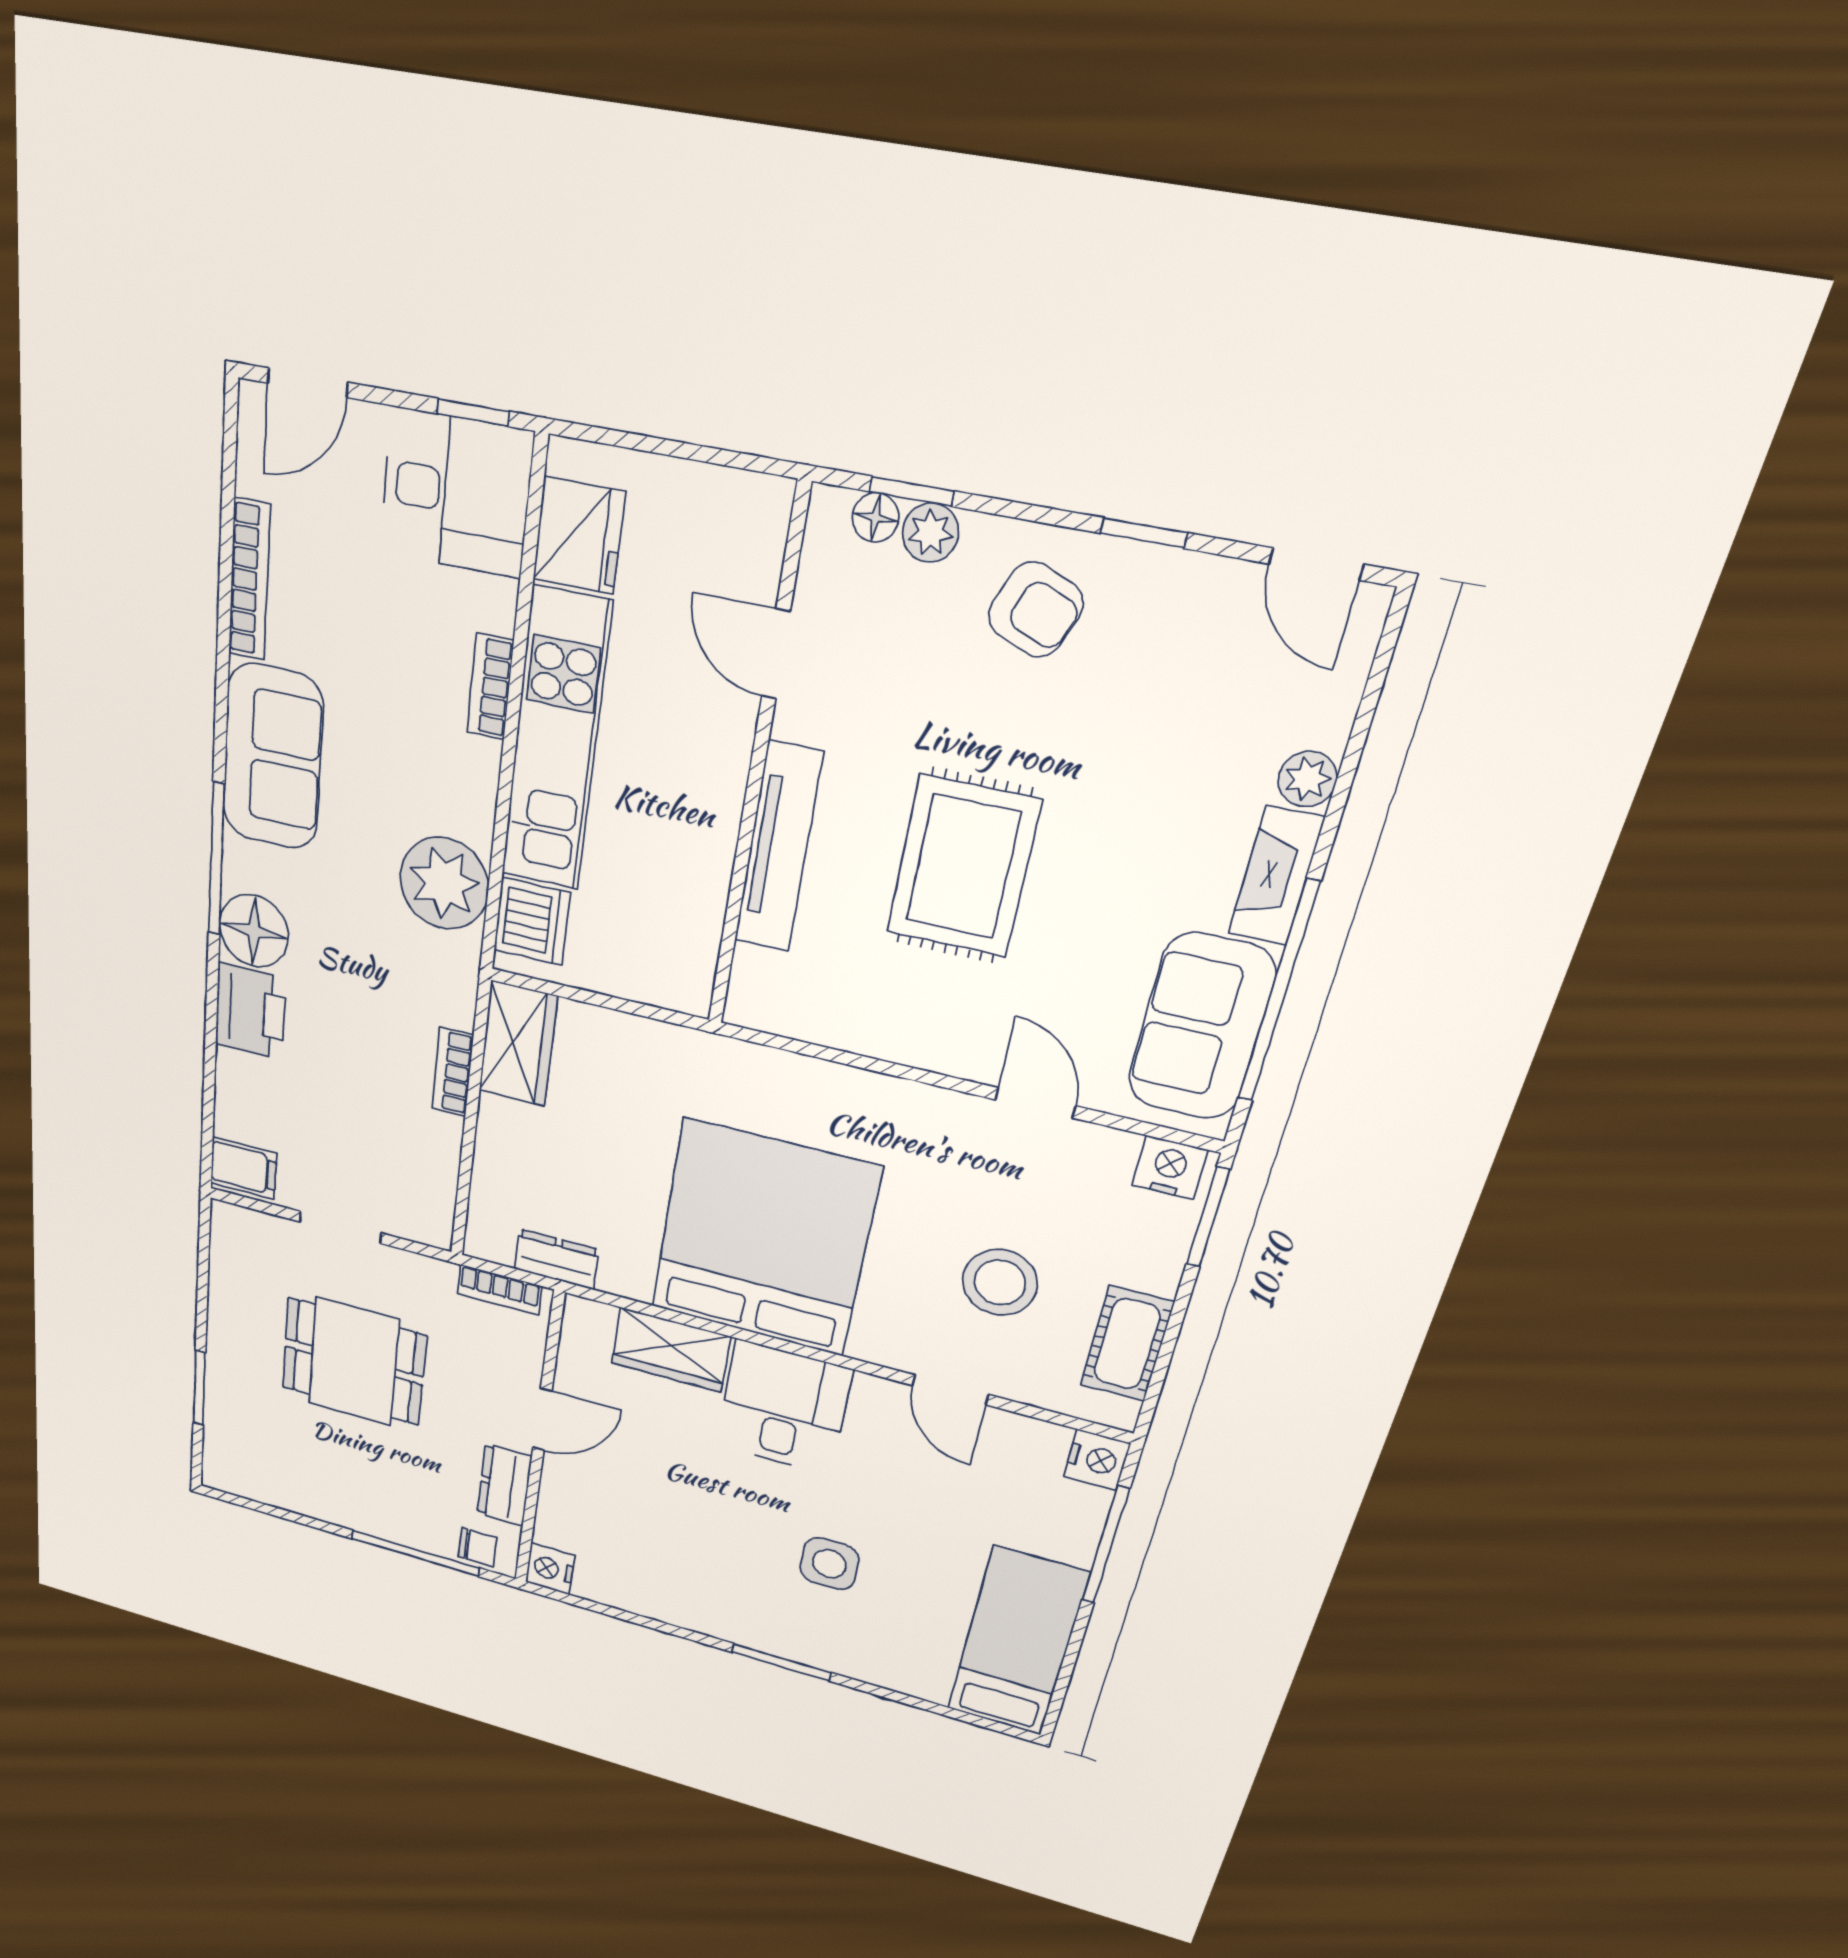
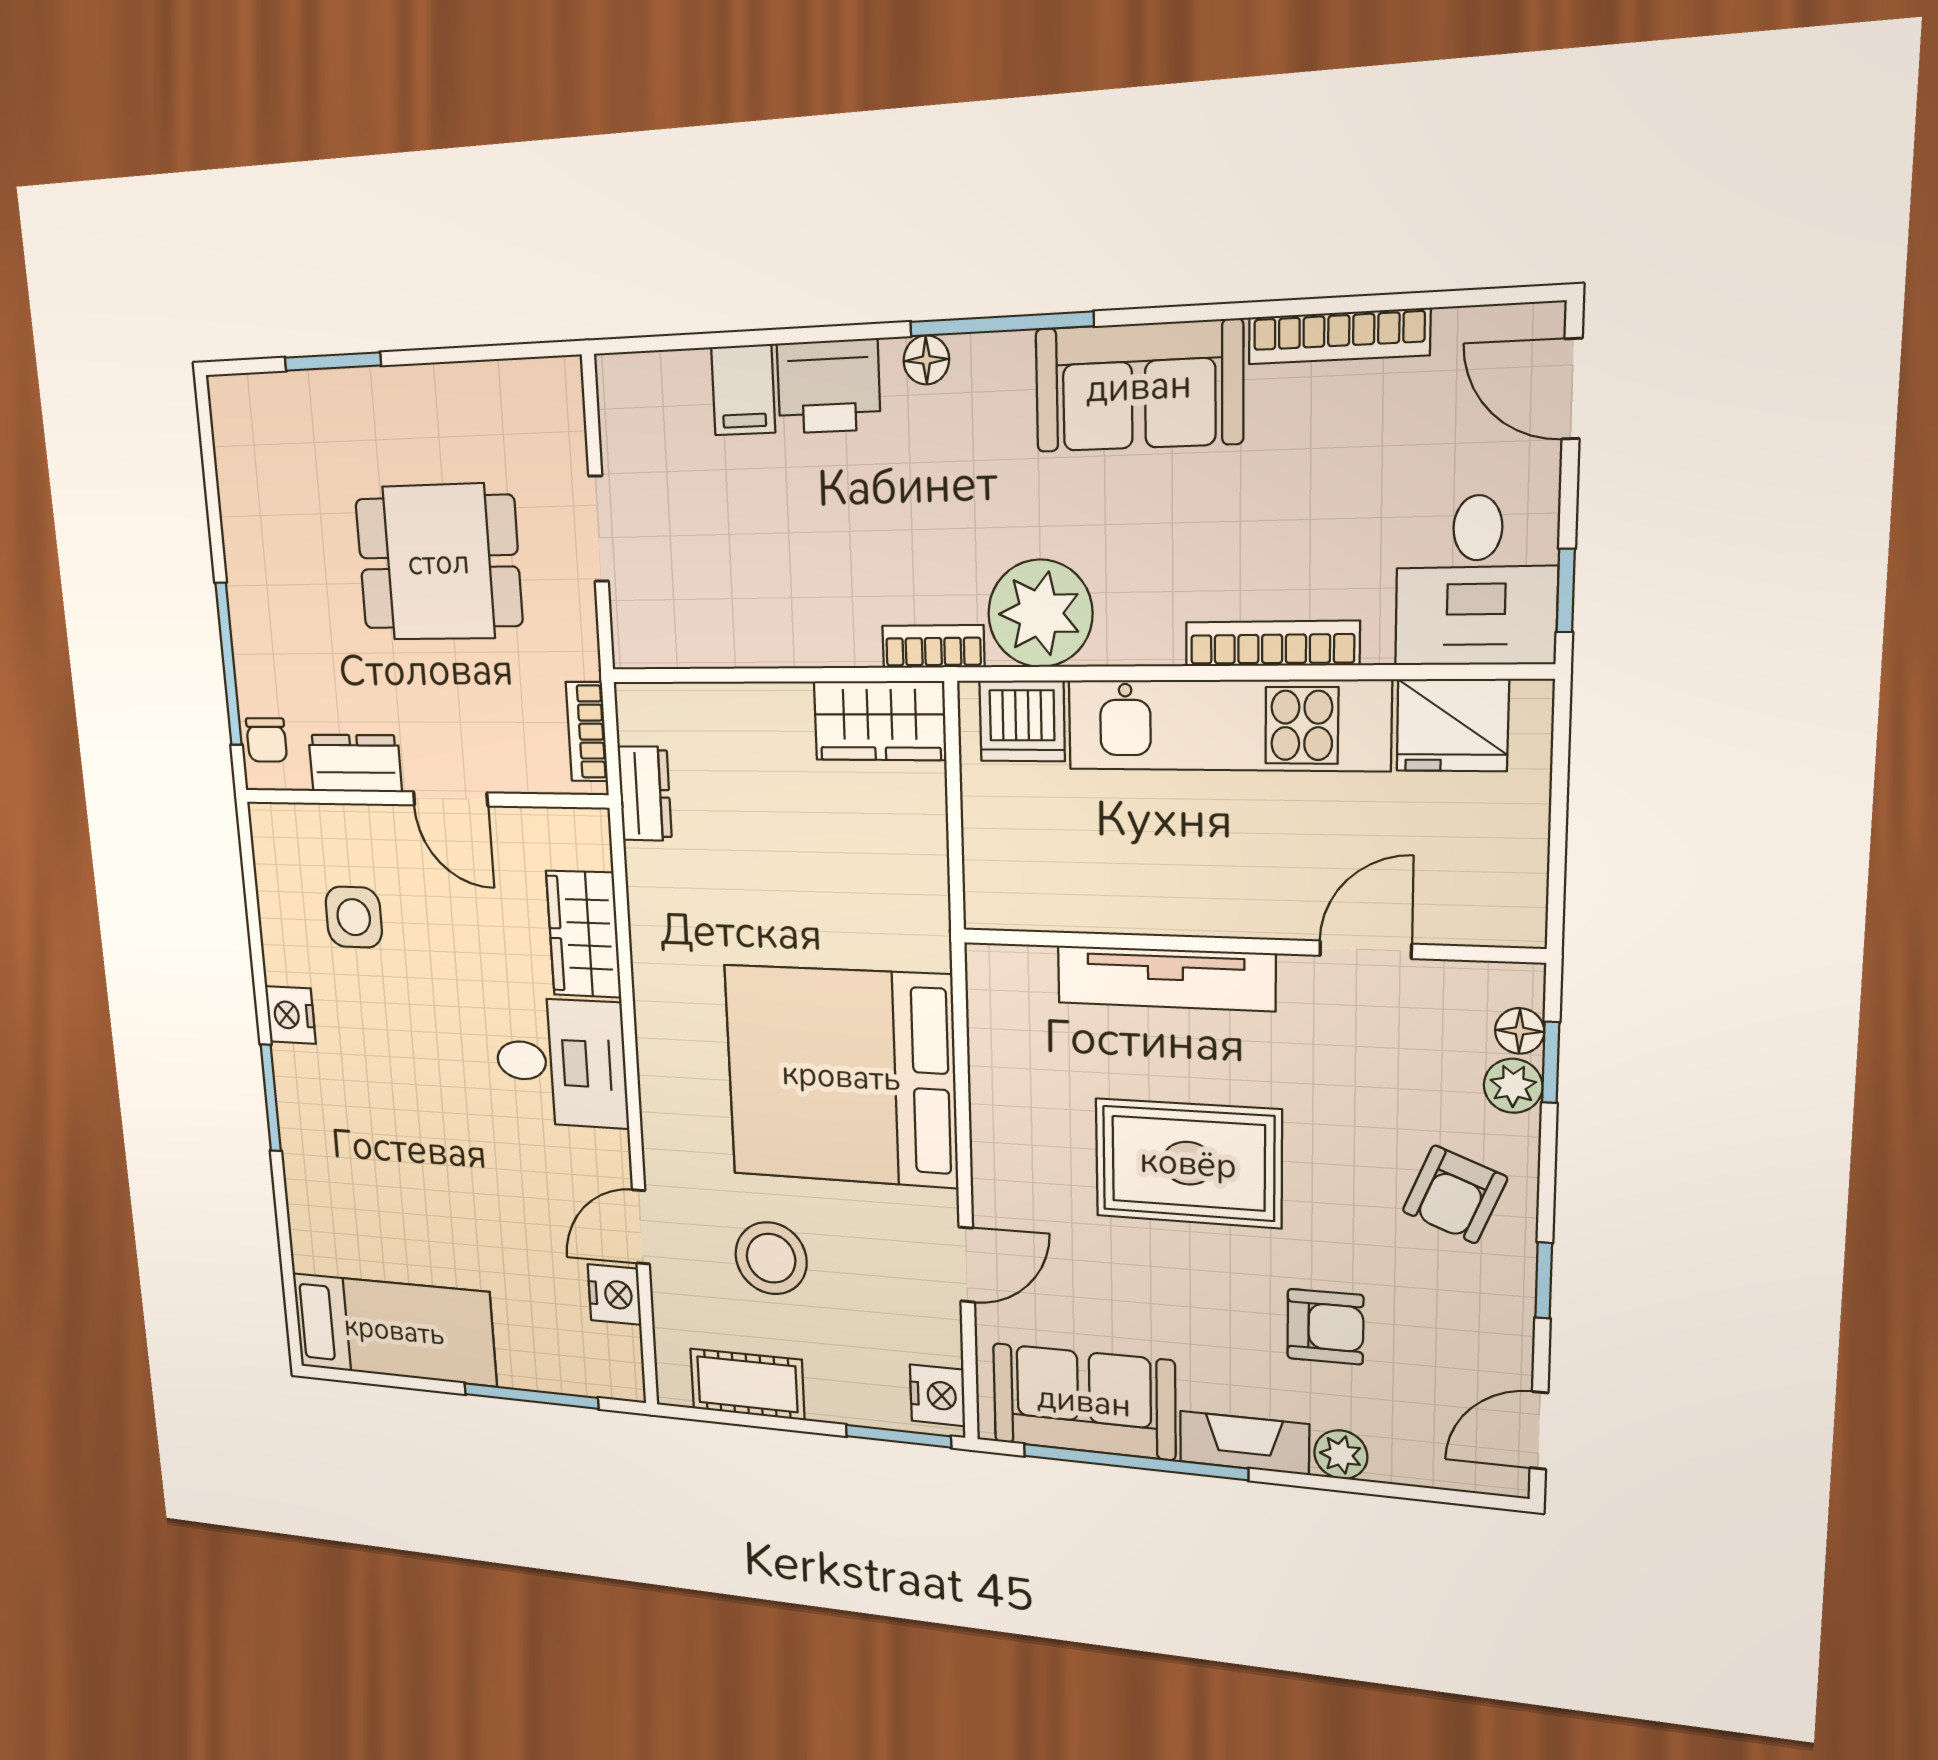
bookcase: (490, 687) -> (1272, 644), width x1.56
armchair: (1159, 767) -> (1325, 1327), added
floor lamp: (254, 931) -> (926, 360), width x0.53, depth x0.53
bookcase: (453, 1072) -> (933, 646), moved
filing cabinet: (243, 1168) -> (743, 390), moved
bed: (764, 1238) -> (841, 1076), moved, turned 180
dining table: (354, 1362) -> (439, 562), turned 90
nightstand: (1097, 1460) -> (614, 1295), moved, turned -90
side table: (829, 1564) -> (354, 917), moved
nightstand: (550, 1569) -> (290, 1015), moved, turned -90

